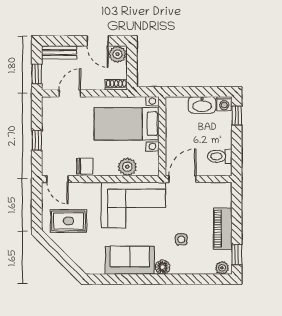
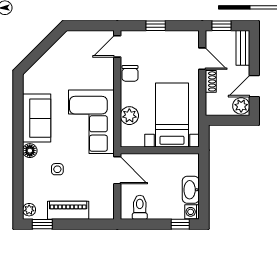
shoe rack: (116, 85) -> (211, 81), moved
rug: (69, 221) -> (76, 57), removed

